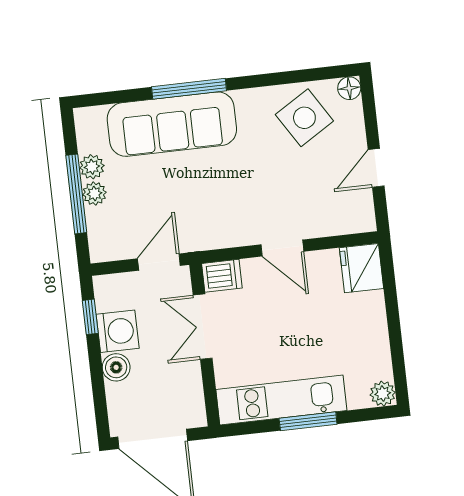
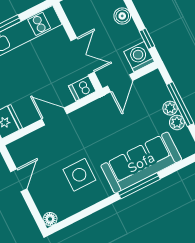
side table: (304, 118) -> (79, 175), moved, turned 32
washing machine: (118, 331) -> (139, 57), moved, turned 90

